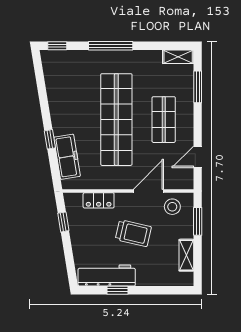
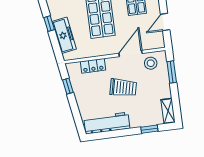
shelving: (186, 255) -> (168, 111), moved
window: (117, 290) -> (149, 129), moved

